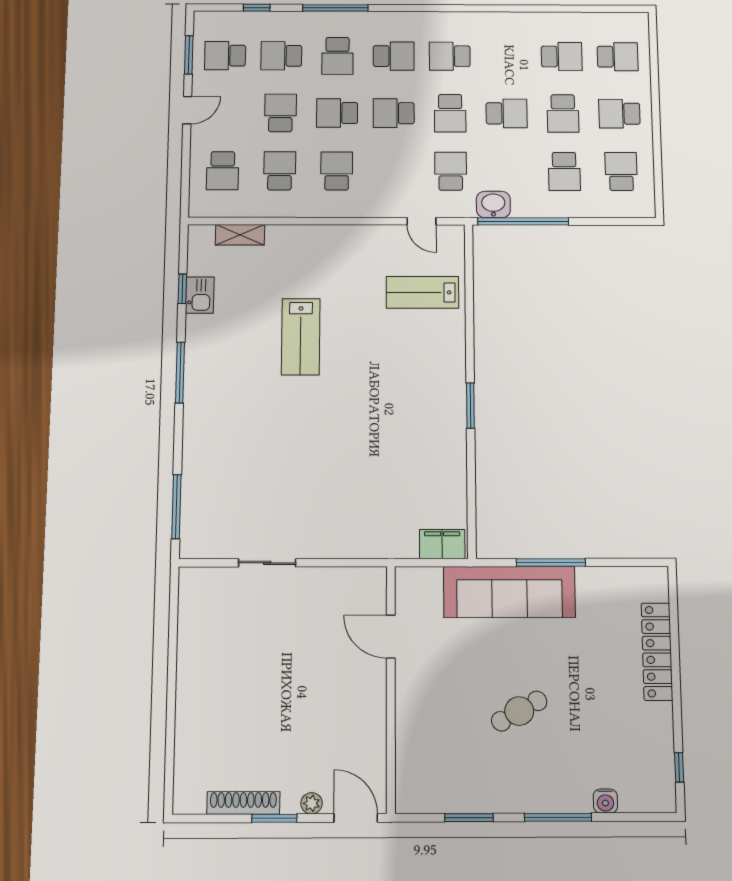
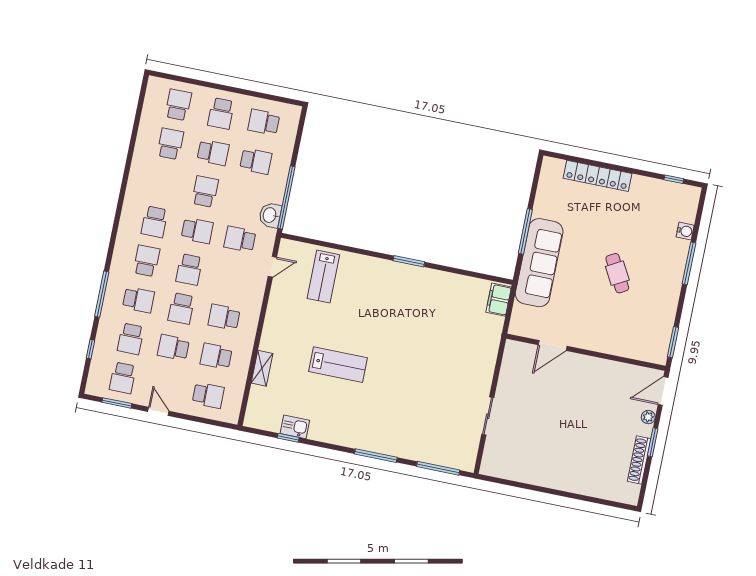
shelving: (240, 235) -> (262, 368), moved
window: (180, 373) -> (376, 456), moved
window: (469, 818) -> (673, 342), moved

